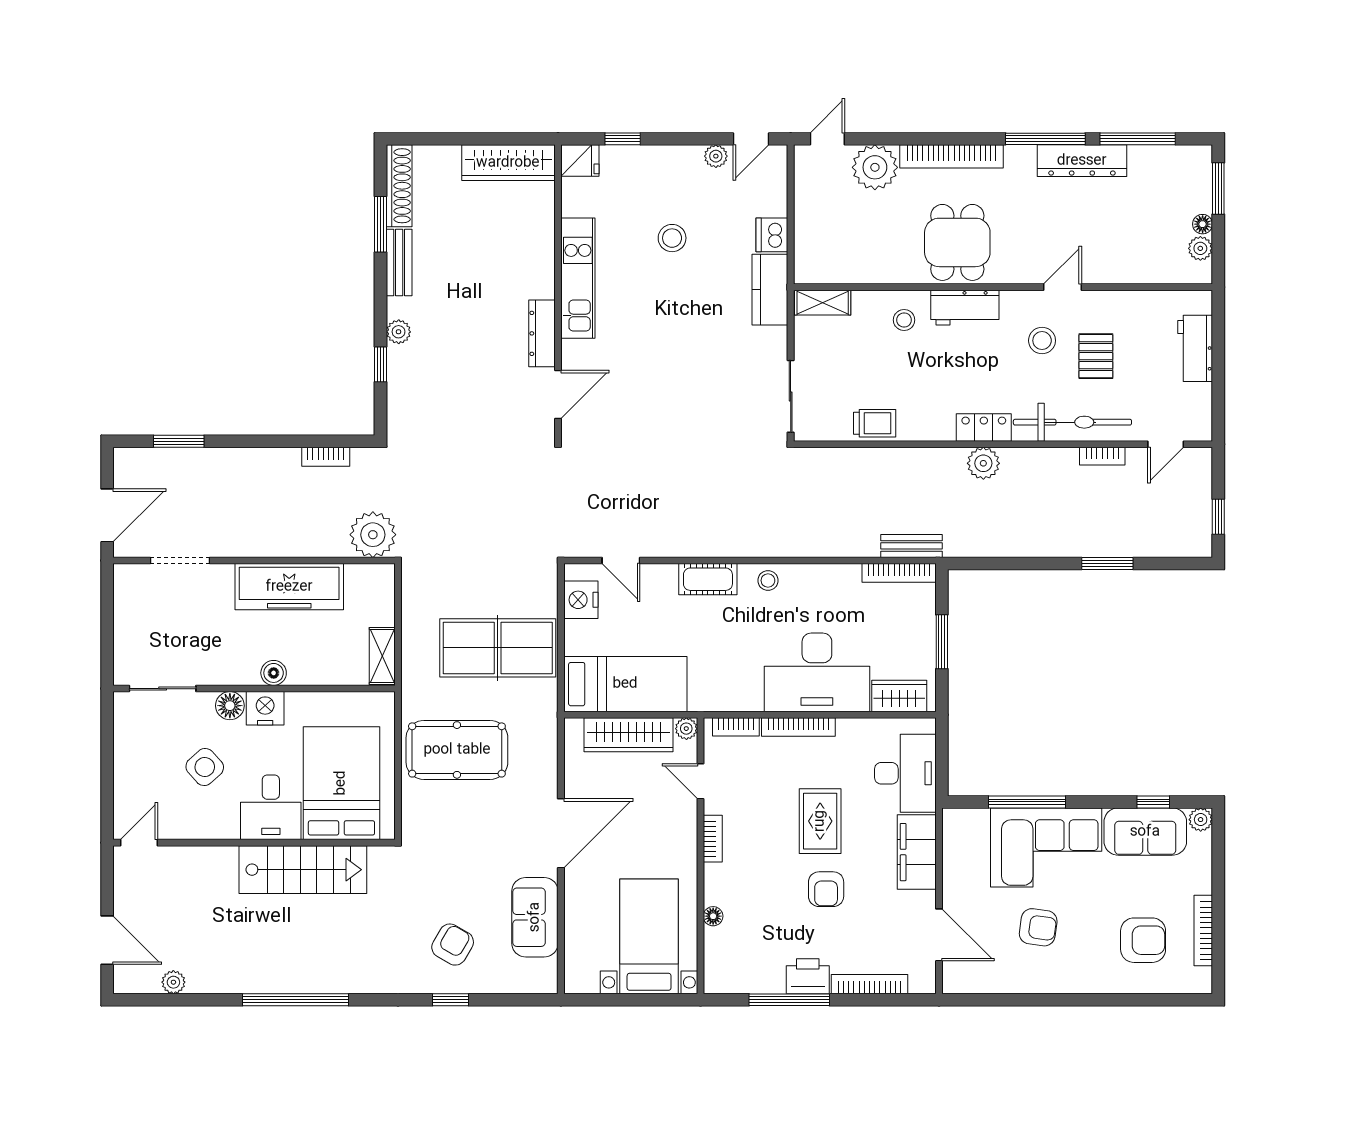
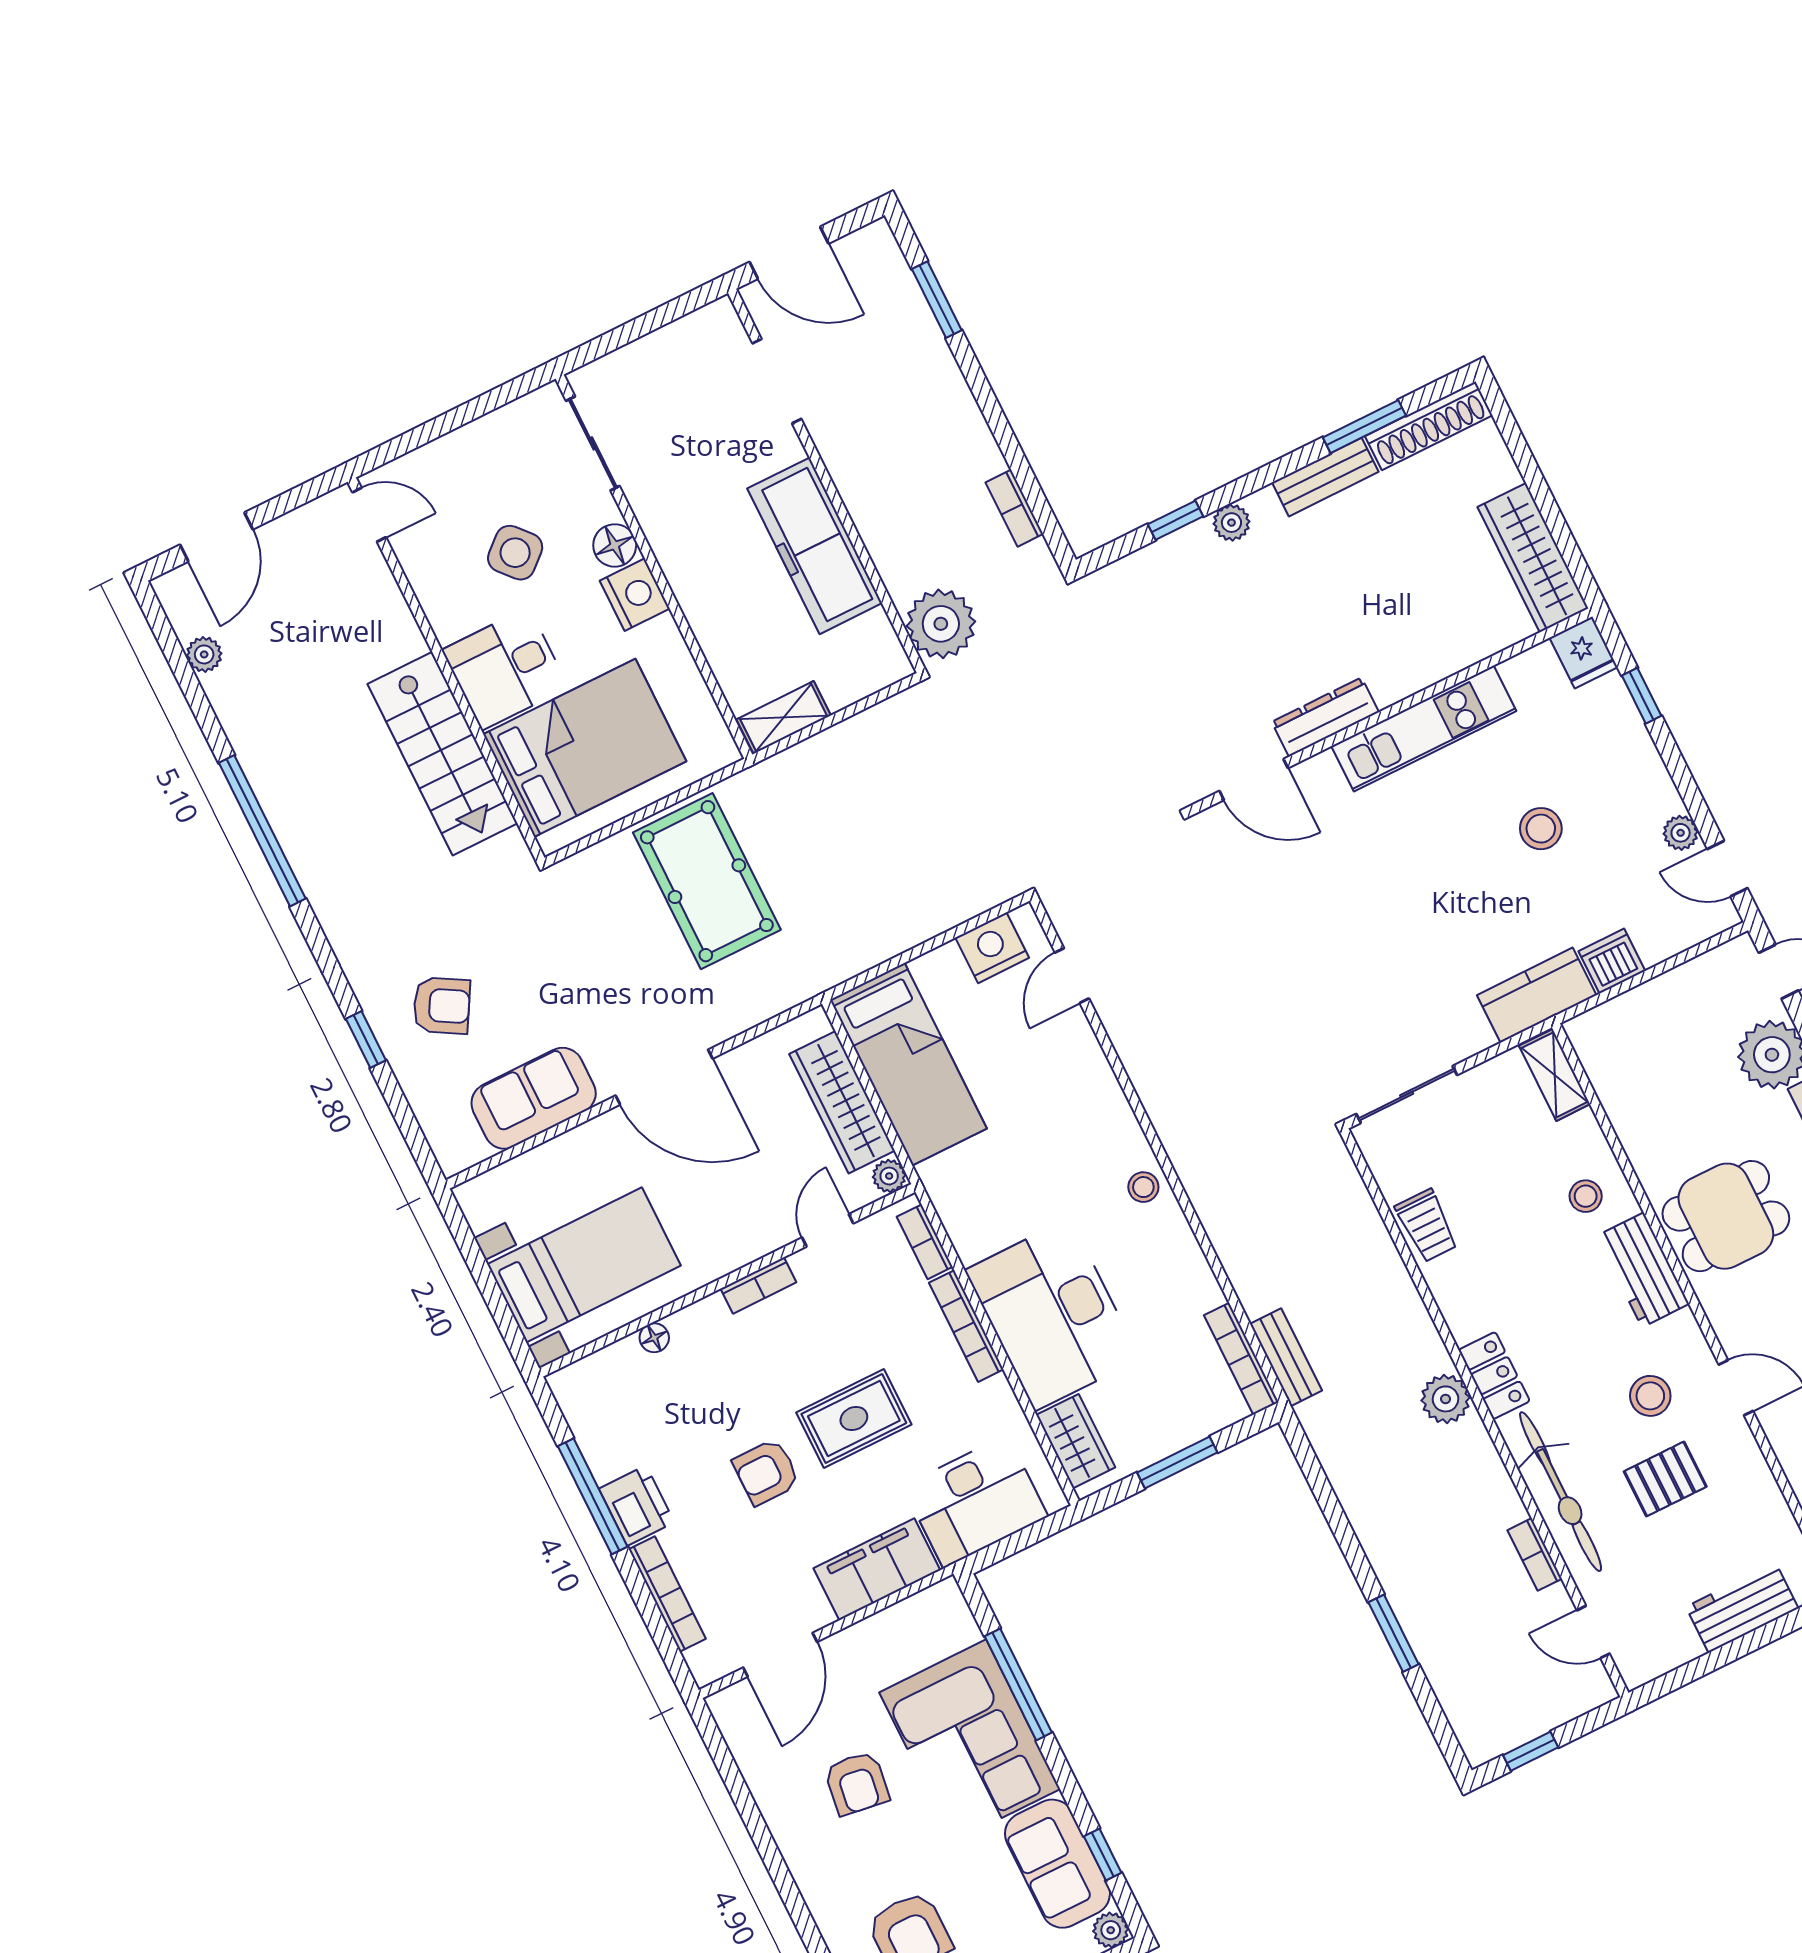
cot: (708, 579) -> (1105, 1105), removed
table tennis table: (498, 648) -> (872, 868), removed
boiler: (274, 673) -> (688, 582), removed

